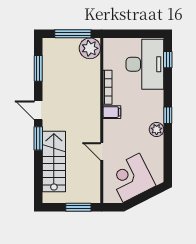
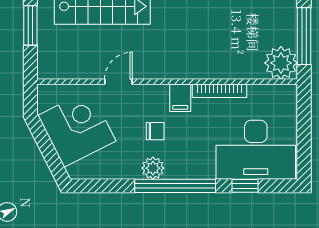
window: (168, 60) -> (245, 186), moved
window: (168, 115) -> (175, 186), width x3.17
chair: (133, 128) -> (155, 131), added
window: (78, 207) -> (30, 25), moved

